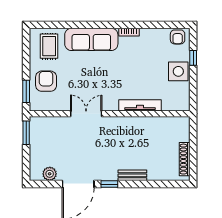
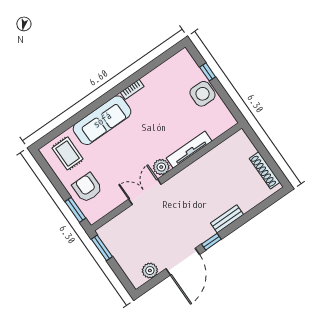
armchair: (178, 37) -> (180, 63), removed
plant: (111, 104) -> (161, 167), added

